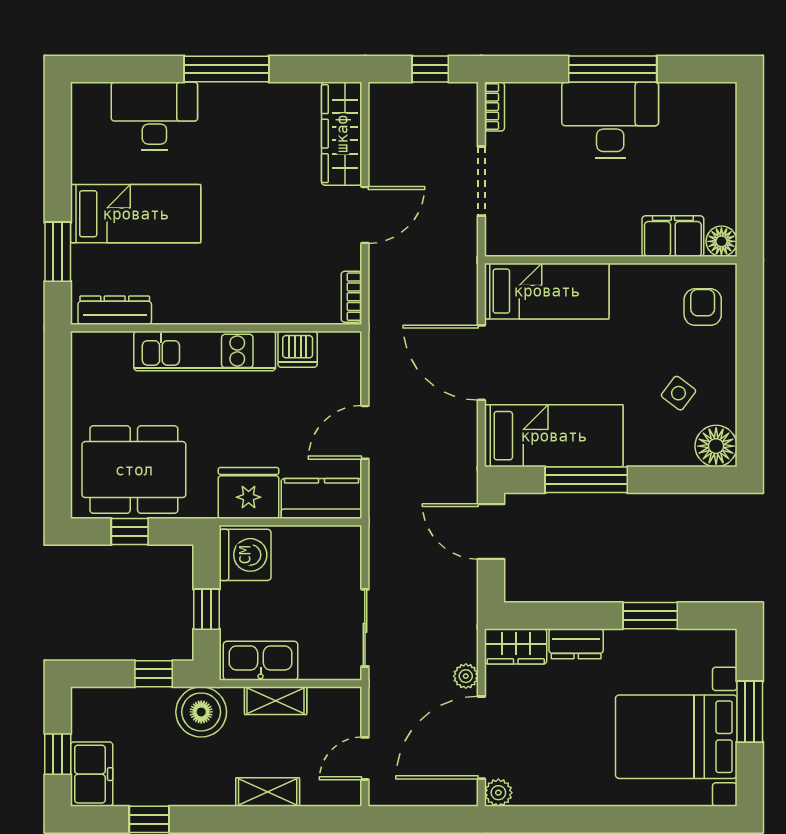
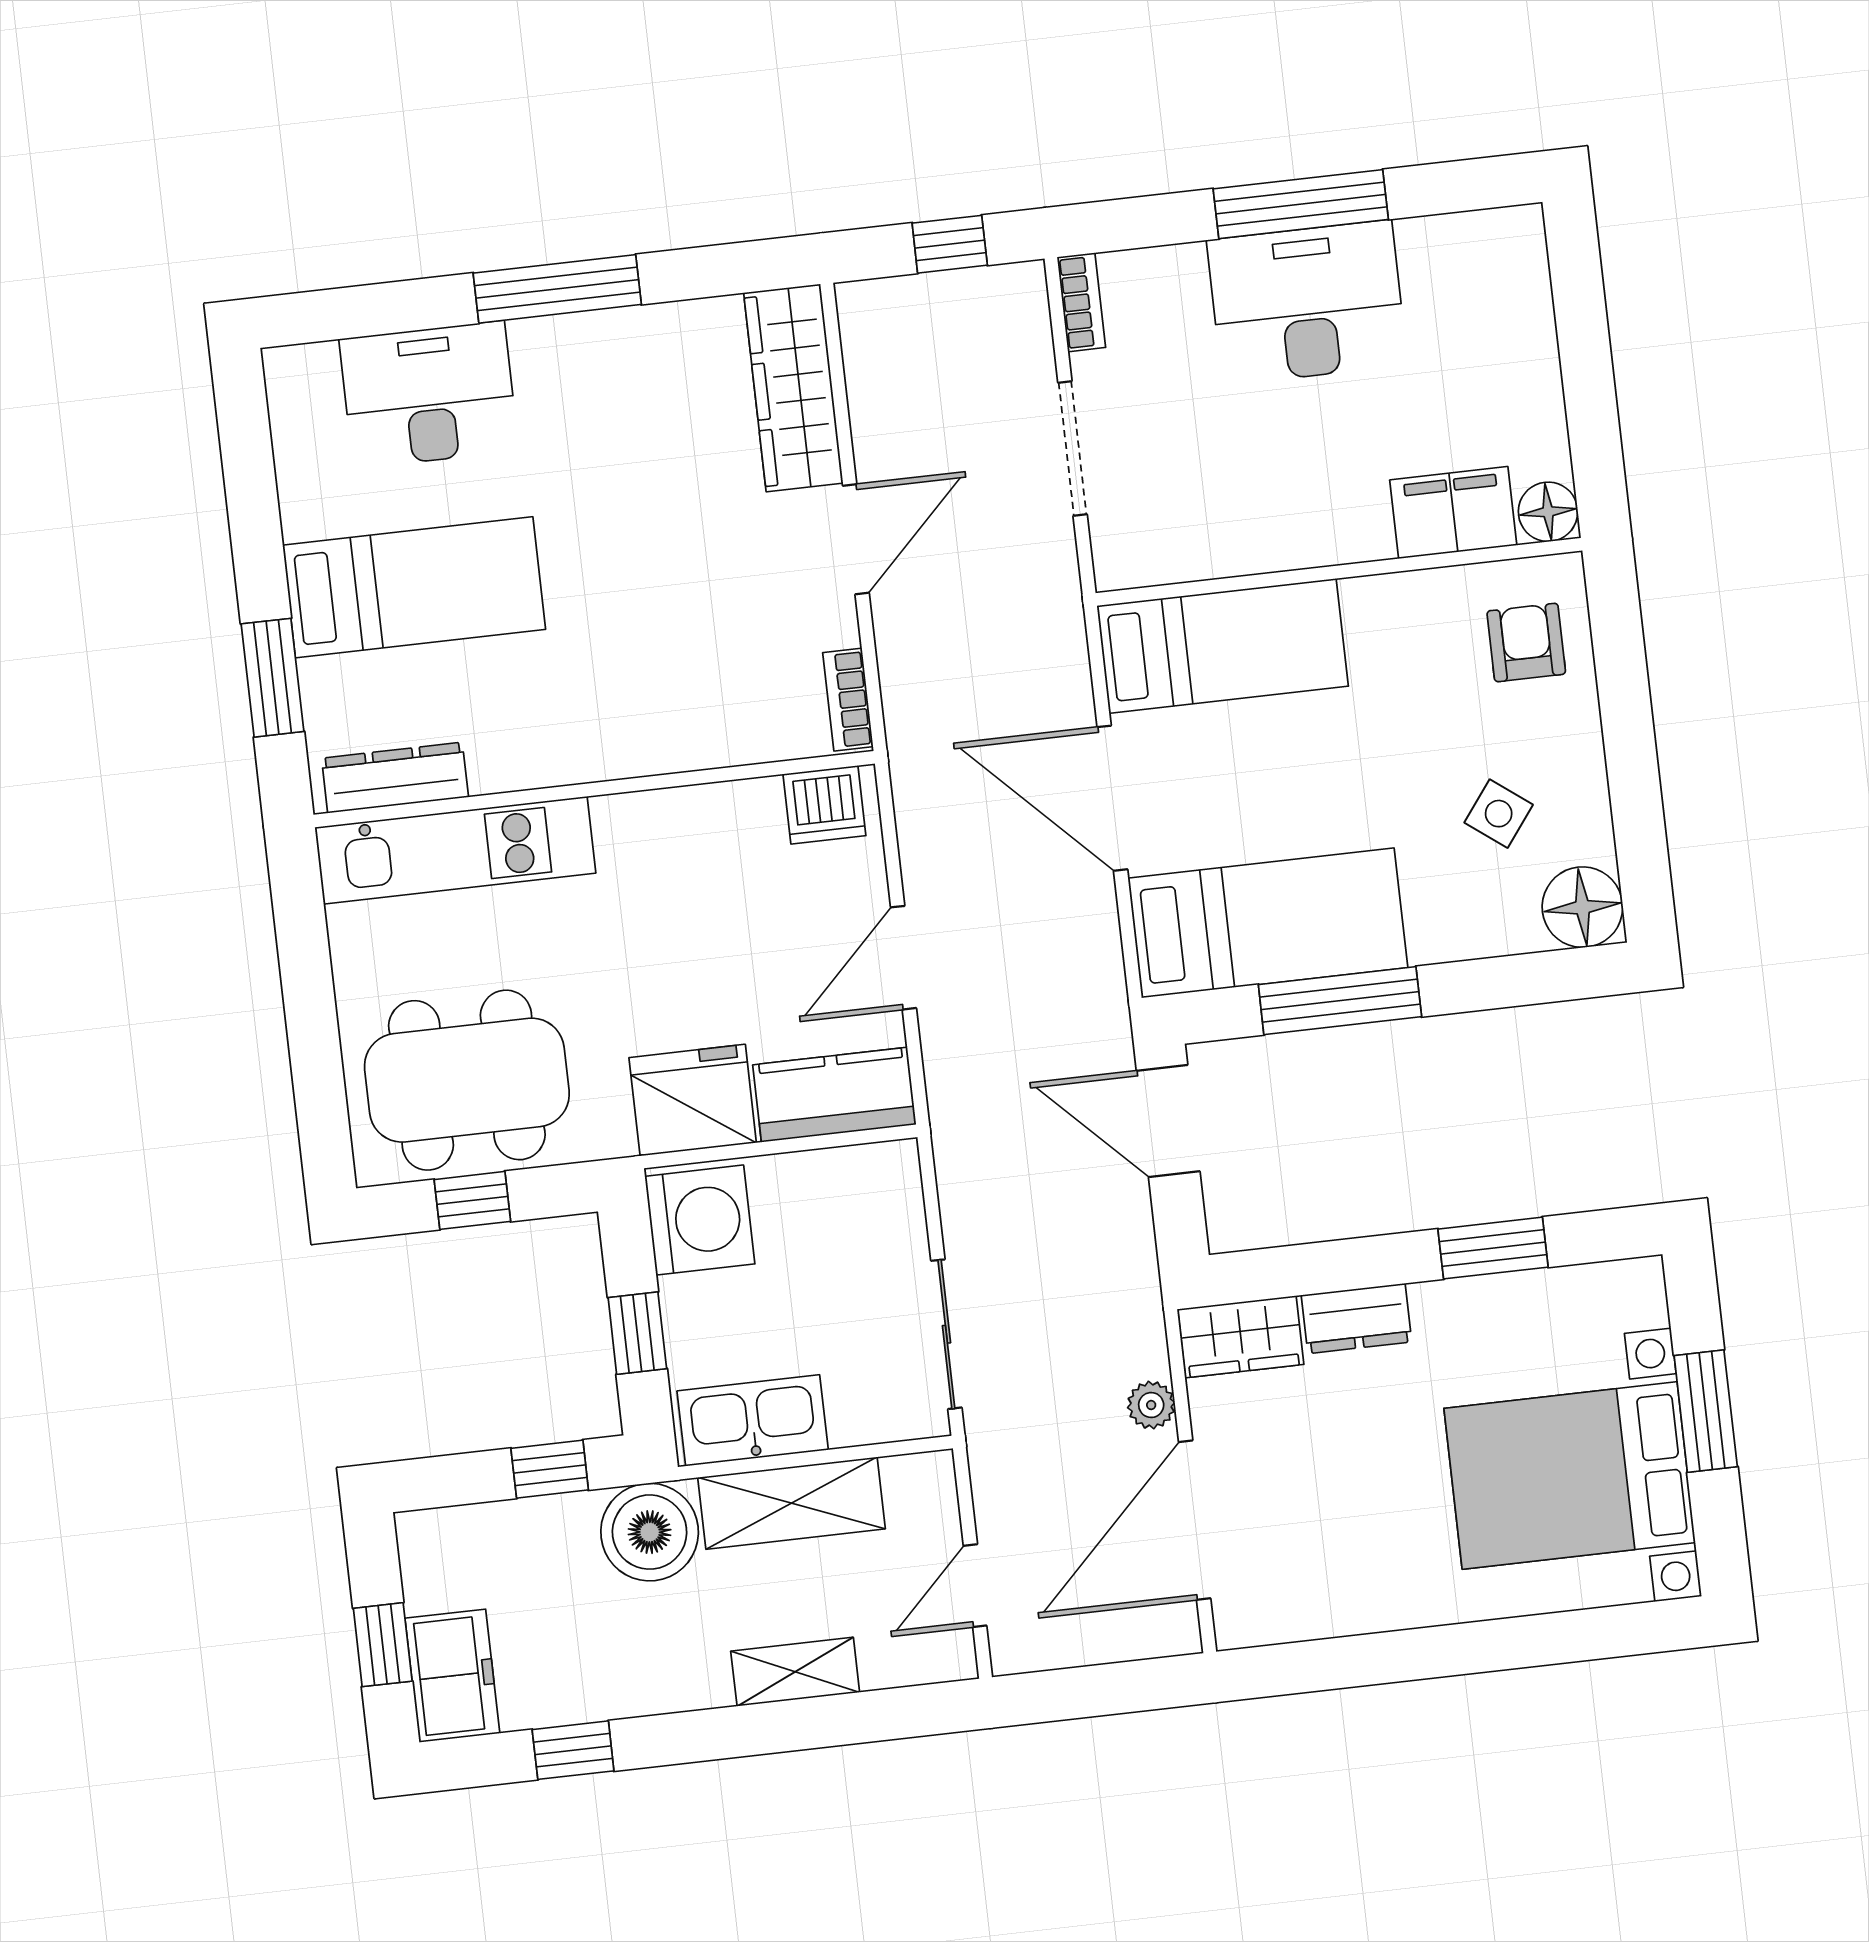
dishwasher: (298, 349) -> (824, 805), moved
kitchen unit: (205, 351) -> (455, 850), moved
shelving: (276, 701) -> (791, 1503), width x1.50, depth x1.33
plant: (498, 793) -> (1239, 1622), removed

